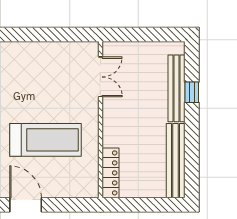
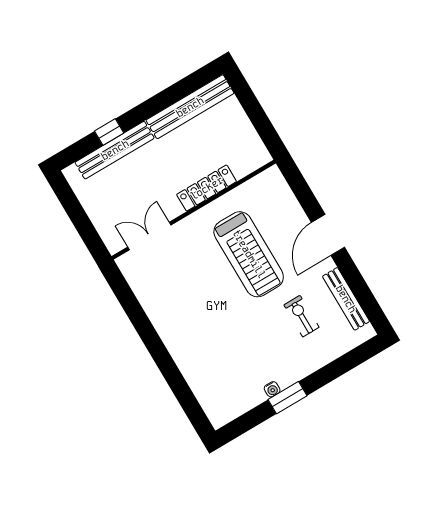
treadmill: (45, 140) -> (249, 254), turned 180
locker: (110, 173) -> (207, 188), moved

